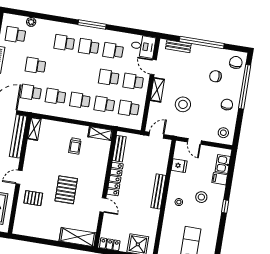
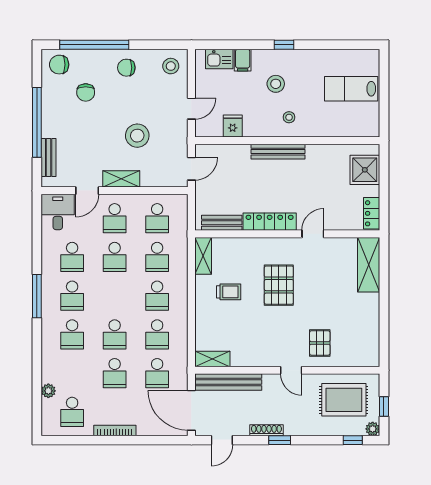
school desk: (60, 70) -> (115, 334), added
door: (156, 135) -> (191, 169), swing flipped
pallet: (66, 190) -> (279, 285), moved, turned 90

